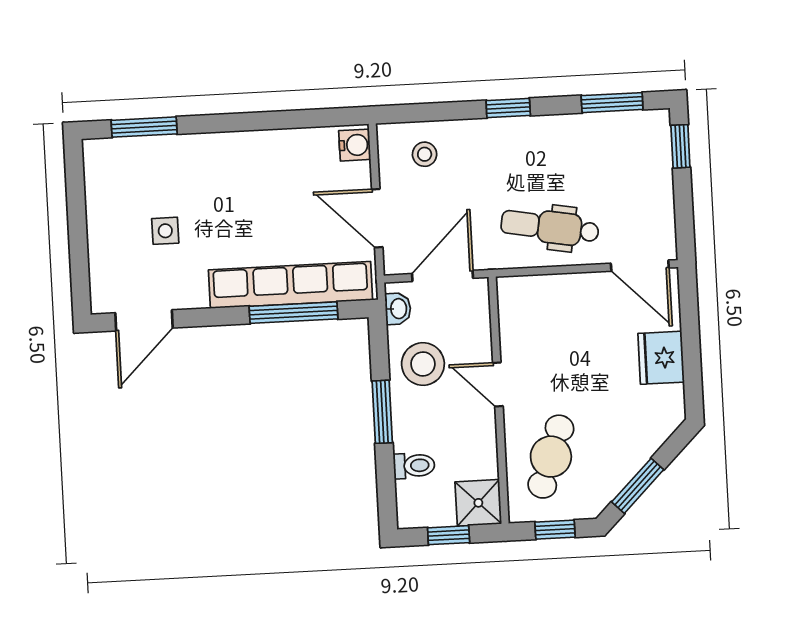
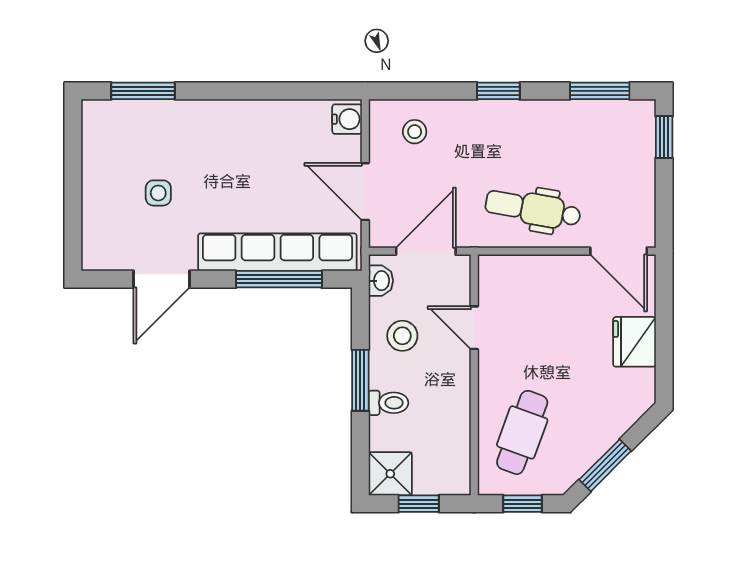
door: (144, 320) -> (162, 279), moved
stool: (423, 364) -> (402, 336), width x0.73, depth x0.73
door: (498, 385) -> (474, 328), moved
toilet: (414, 466) -> (388, 403), moved
shower: (478, 503) -> (390, 474), moved

